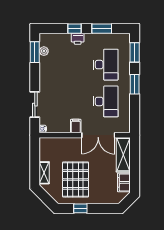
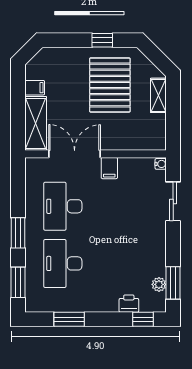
window: (75, 29) -> (143, 319), moved
printer: (78, 39) -> (129, 304), moved
filing cabinet: (124, 182) -> (35, 88), width x0.50

